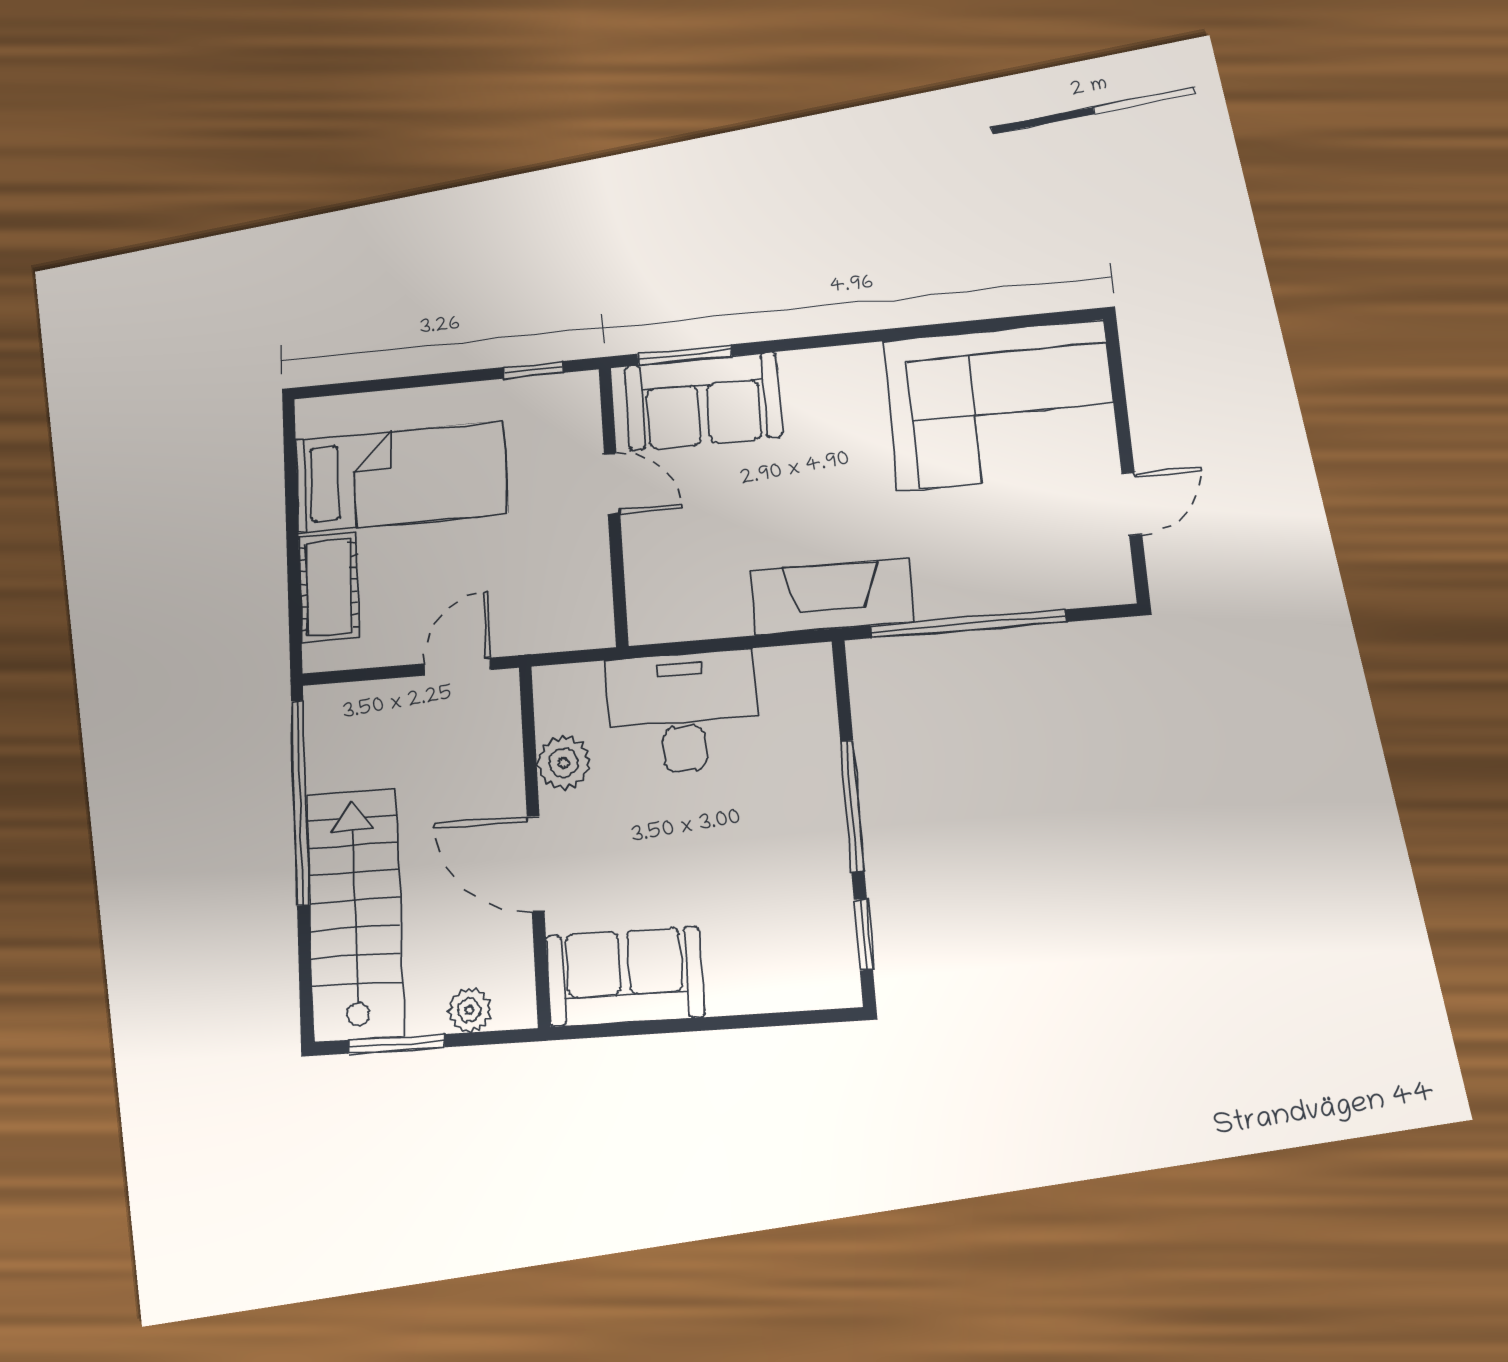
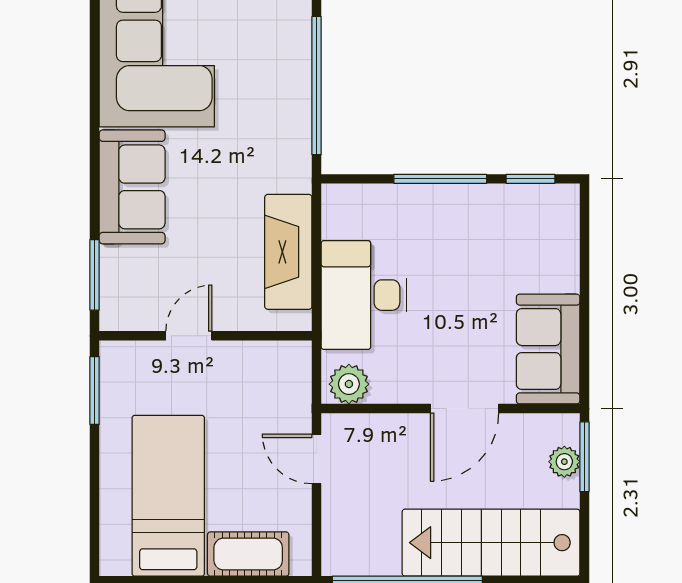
window: (533, 370) -> (95, 390), width x1.50
sofa: (703, 401) -> (132, 187), moved
fireplace: (832, 597) -> (288, 252), moved
plant: (564, 763) -> (349, 384), moved
window: (396, 1044) -> (584, 457), moved

